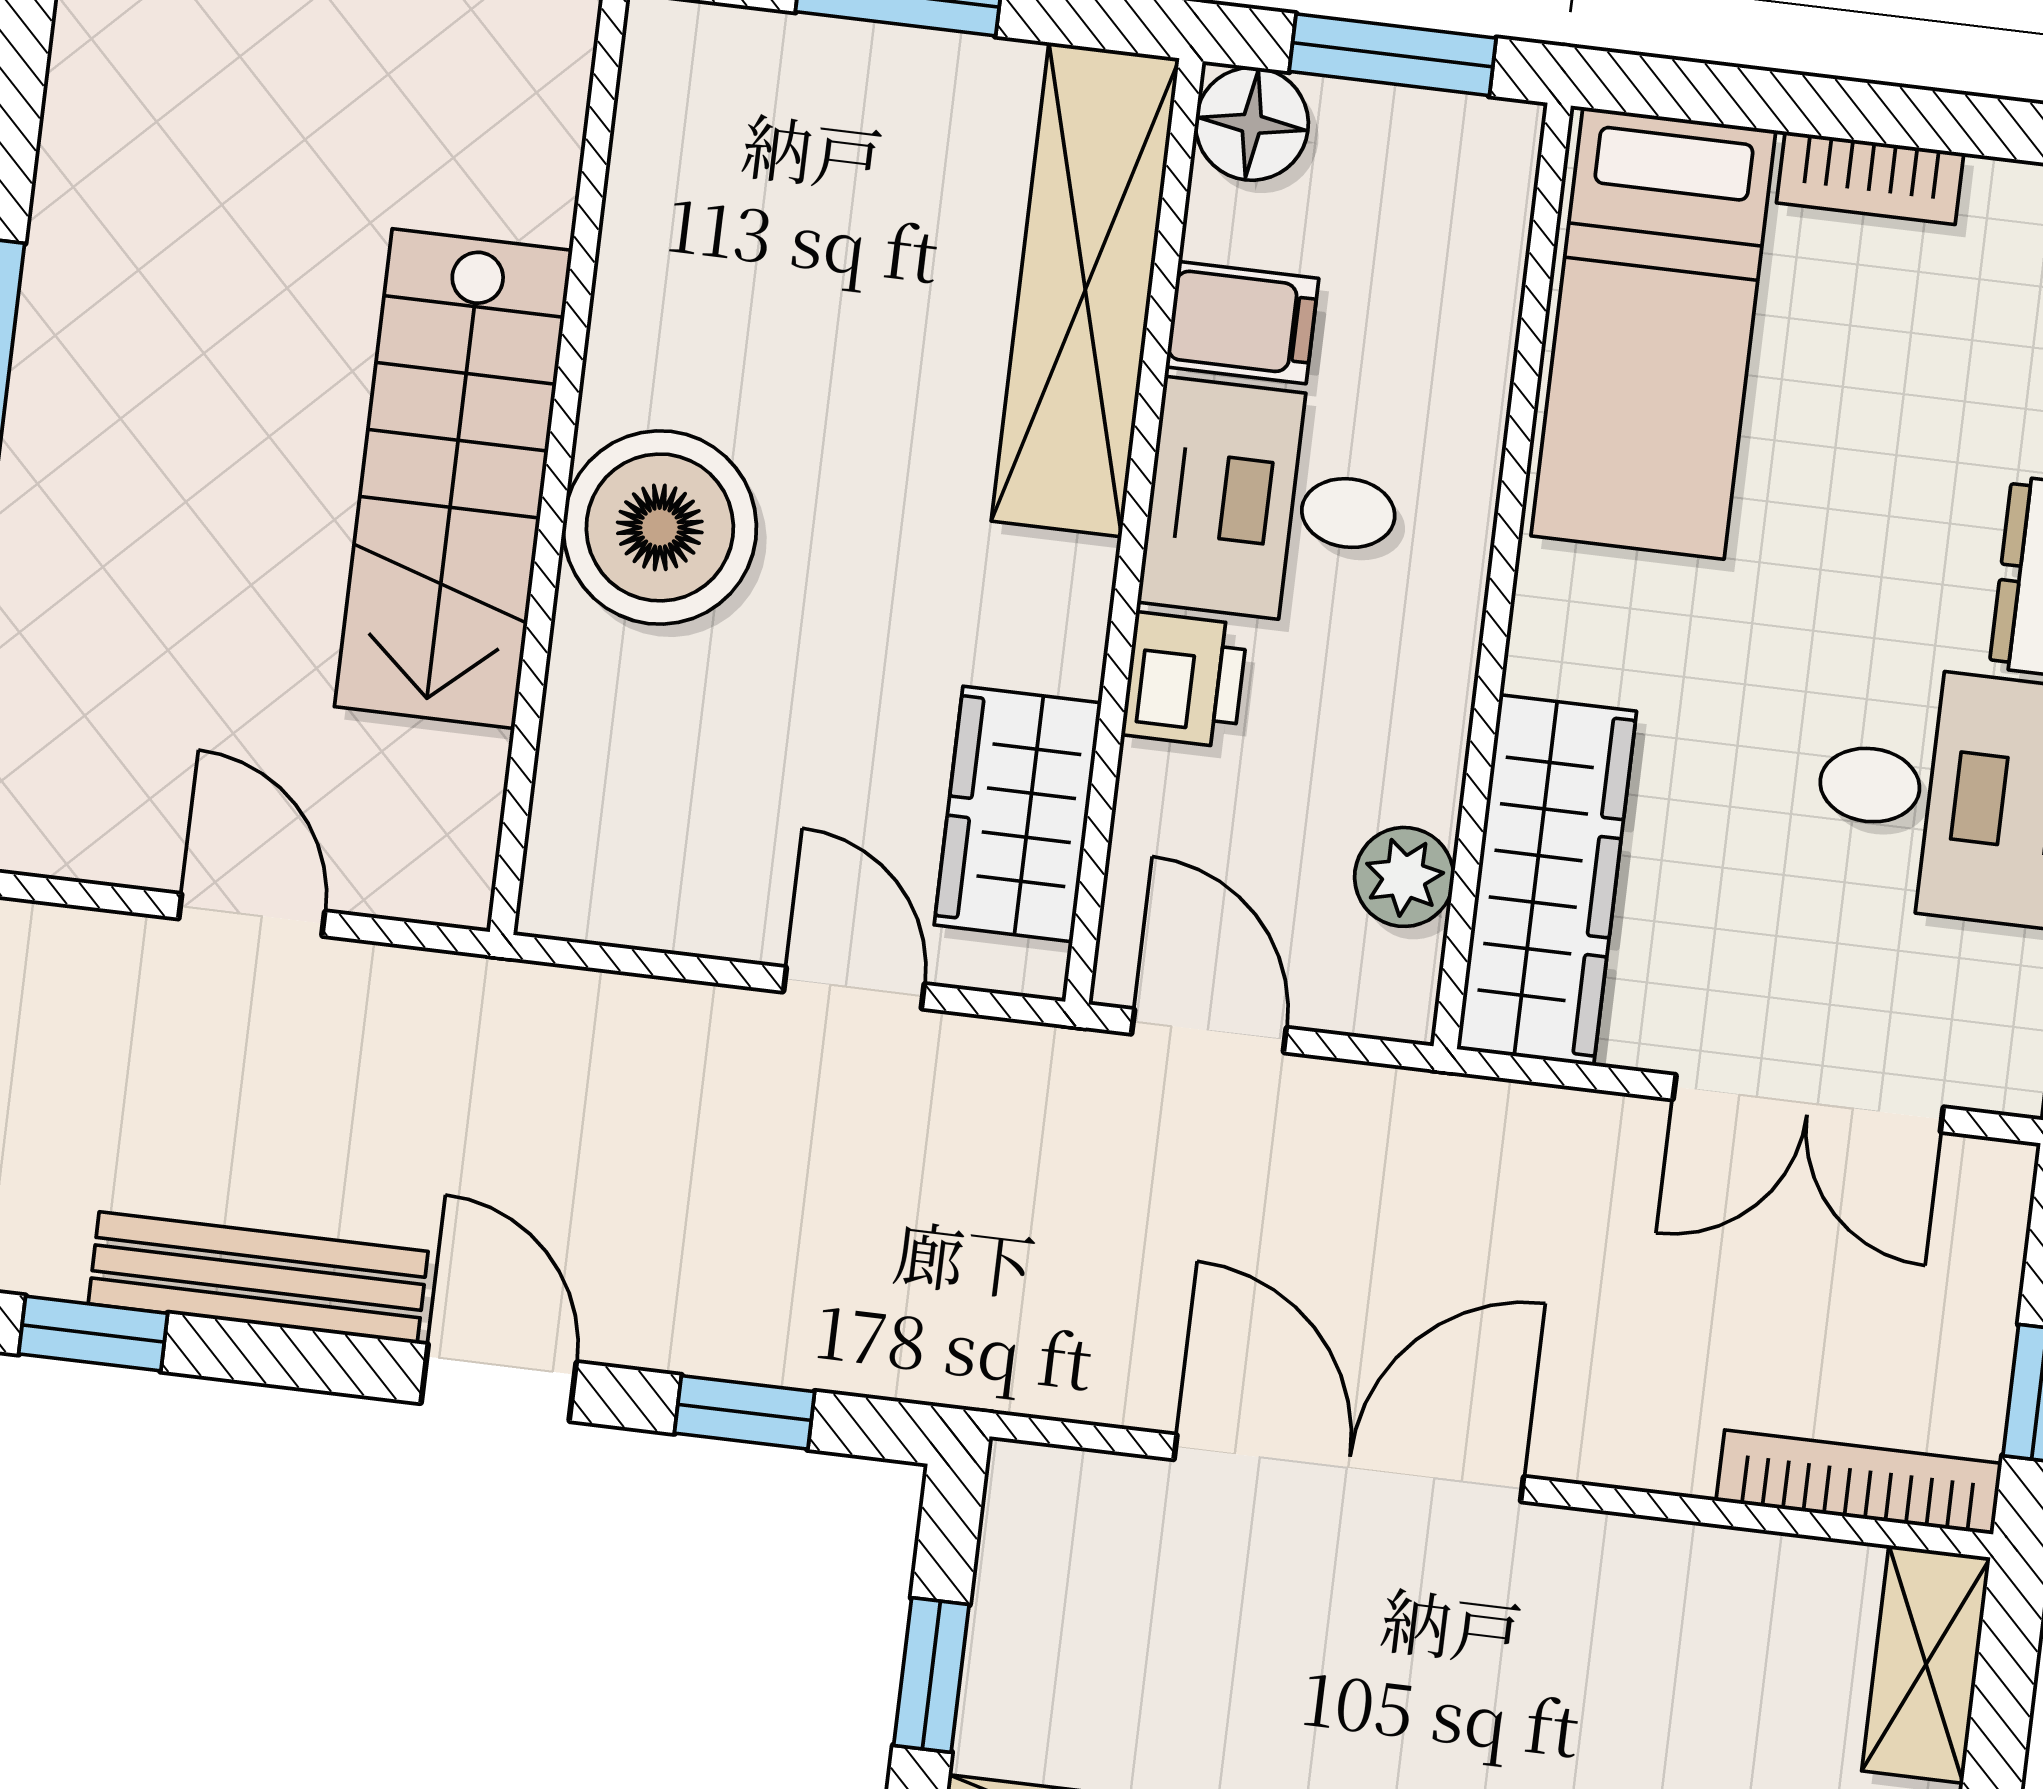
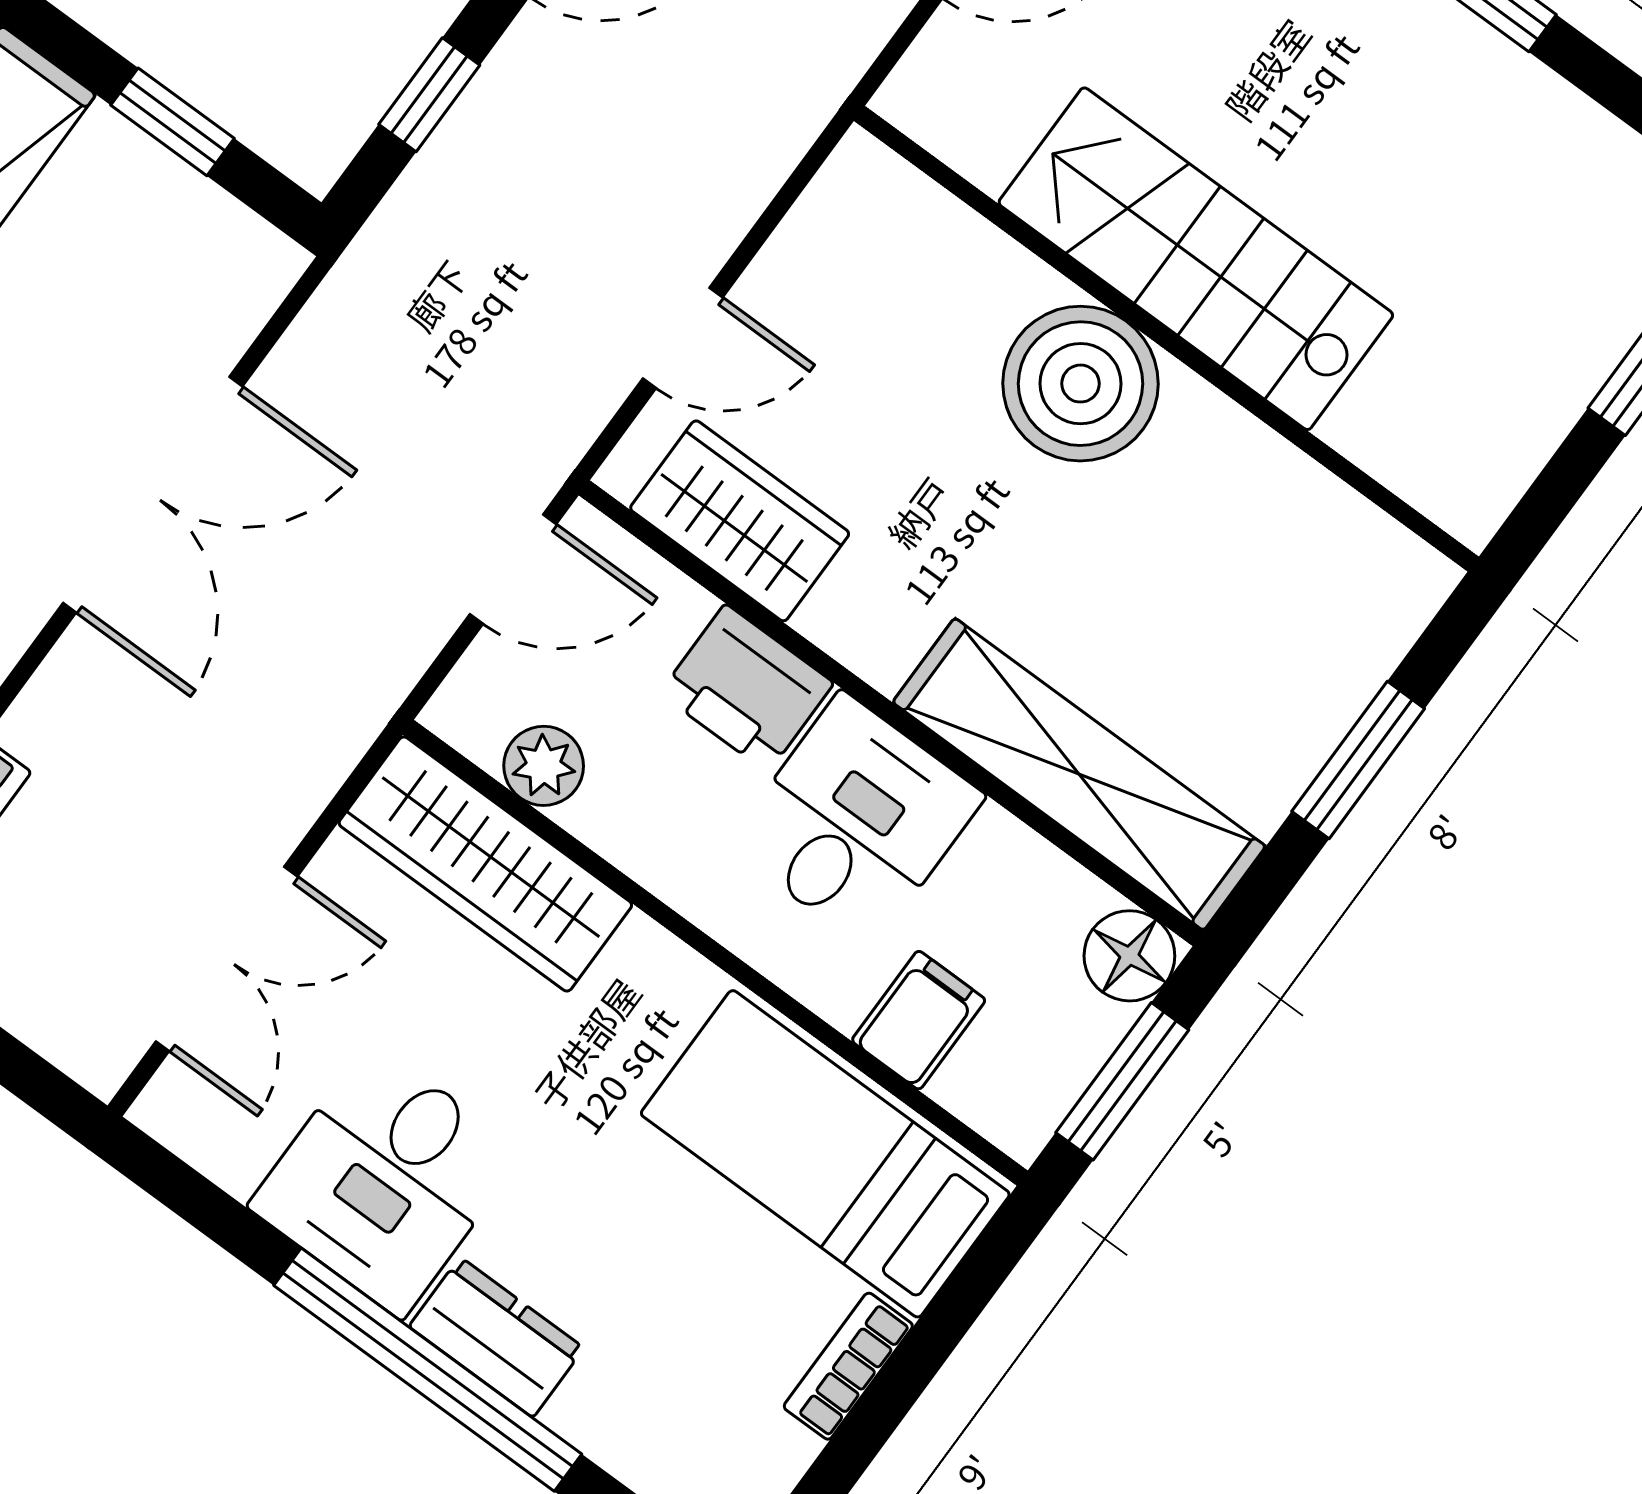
filing cabinet: (1242, 323) -> (919, 1020), moved, turned 180
printer: (1185, 680) -> (747, 688), width x1.36, depth x1.24
double door: (1808, 1103) -> (227, 959), swing flipped

